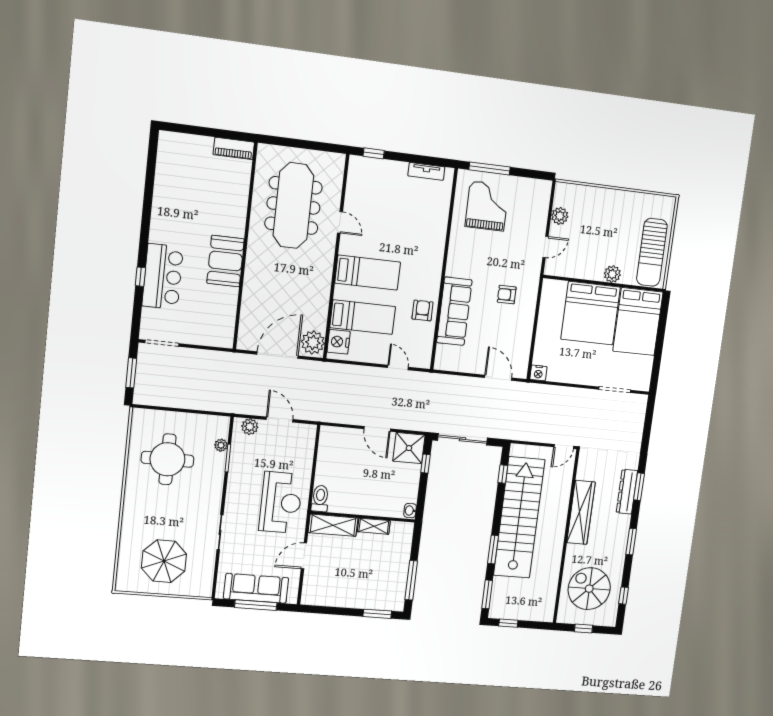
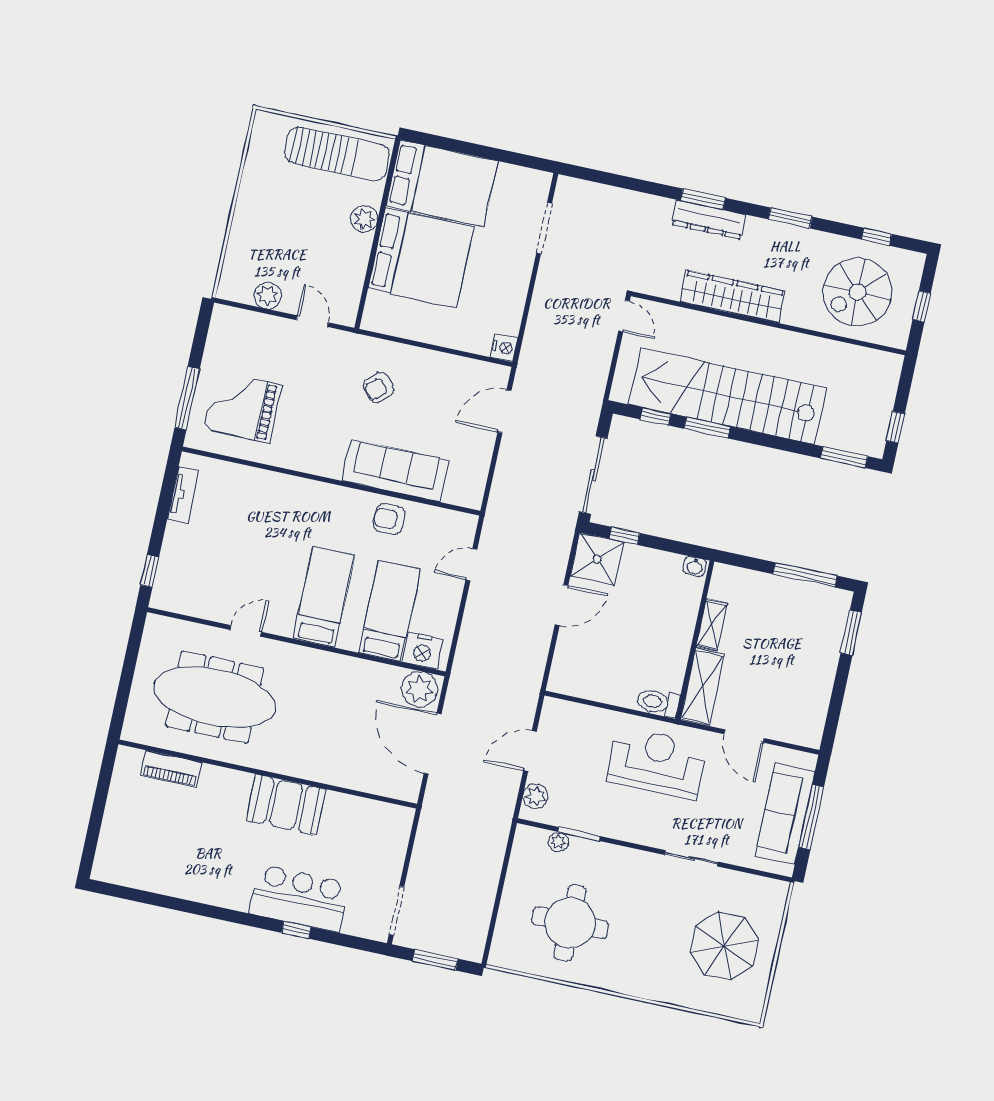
piano: (234, 148) -> (171, 769), moved, turned 90
armchair: (507, 295) -> (379, 387), turned 47
window: (493, 550) -> (707, 428), moved

